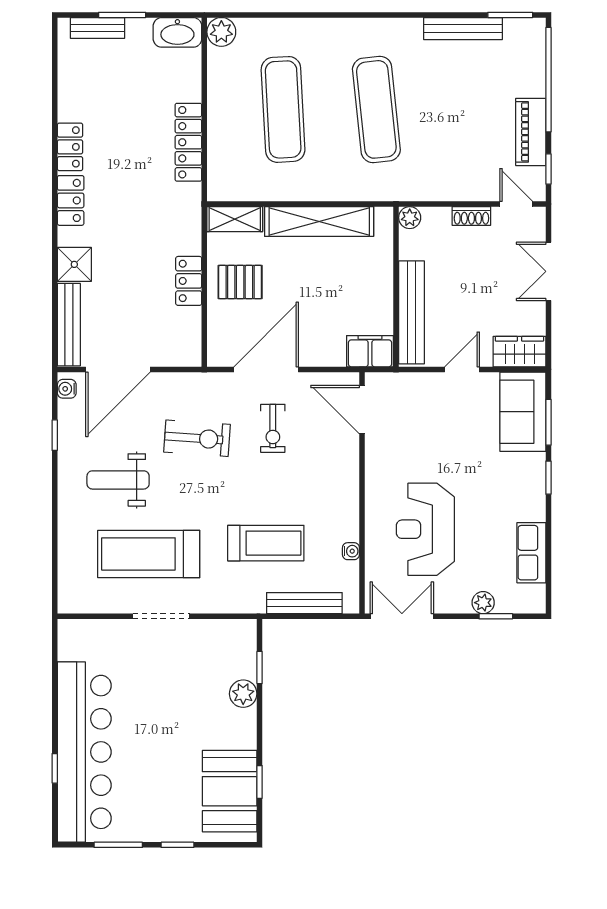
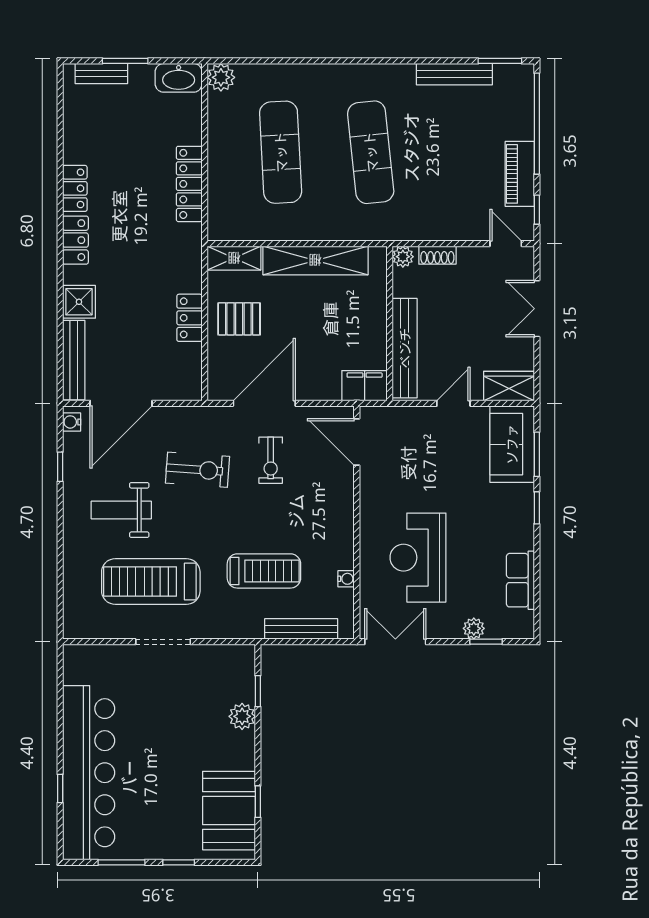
shoe rack: (471, 216) -> (437, 255), moved

